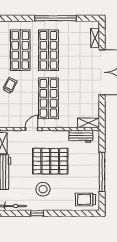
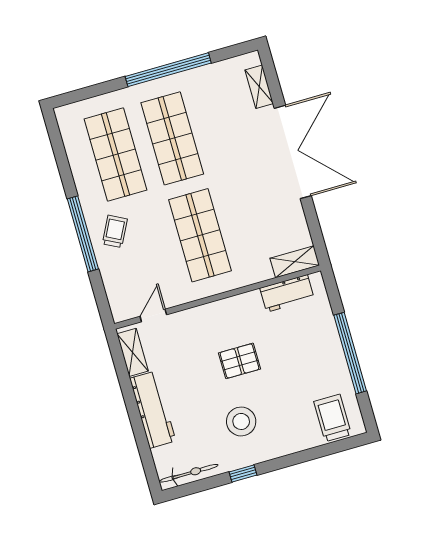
door: (32, 129) -> (153, 315), moved
pallet: (50, 161) -> (239, 361), width x0.49, depth x0.50
trolley: (85, 199) -> (332, 418), turned 90

